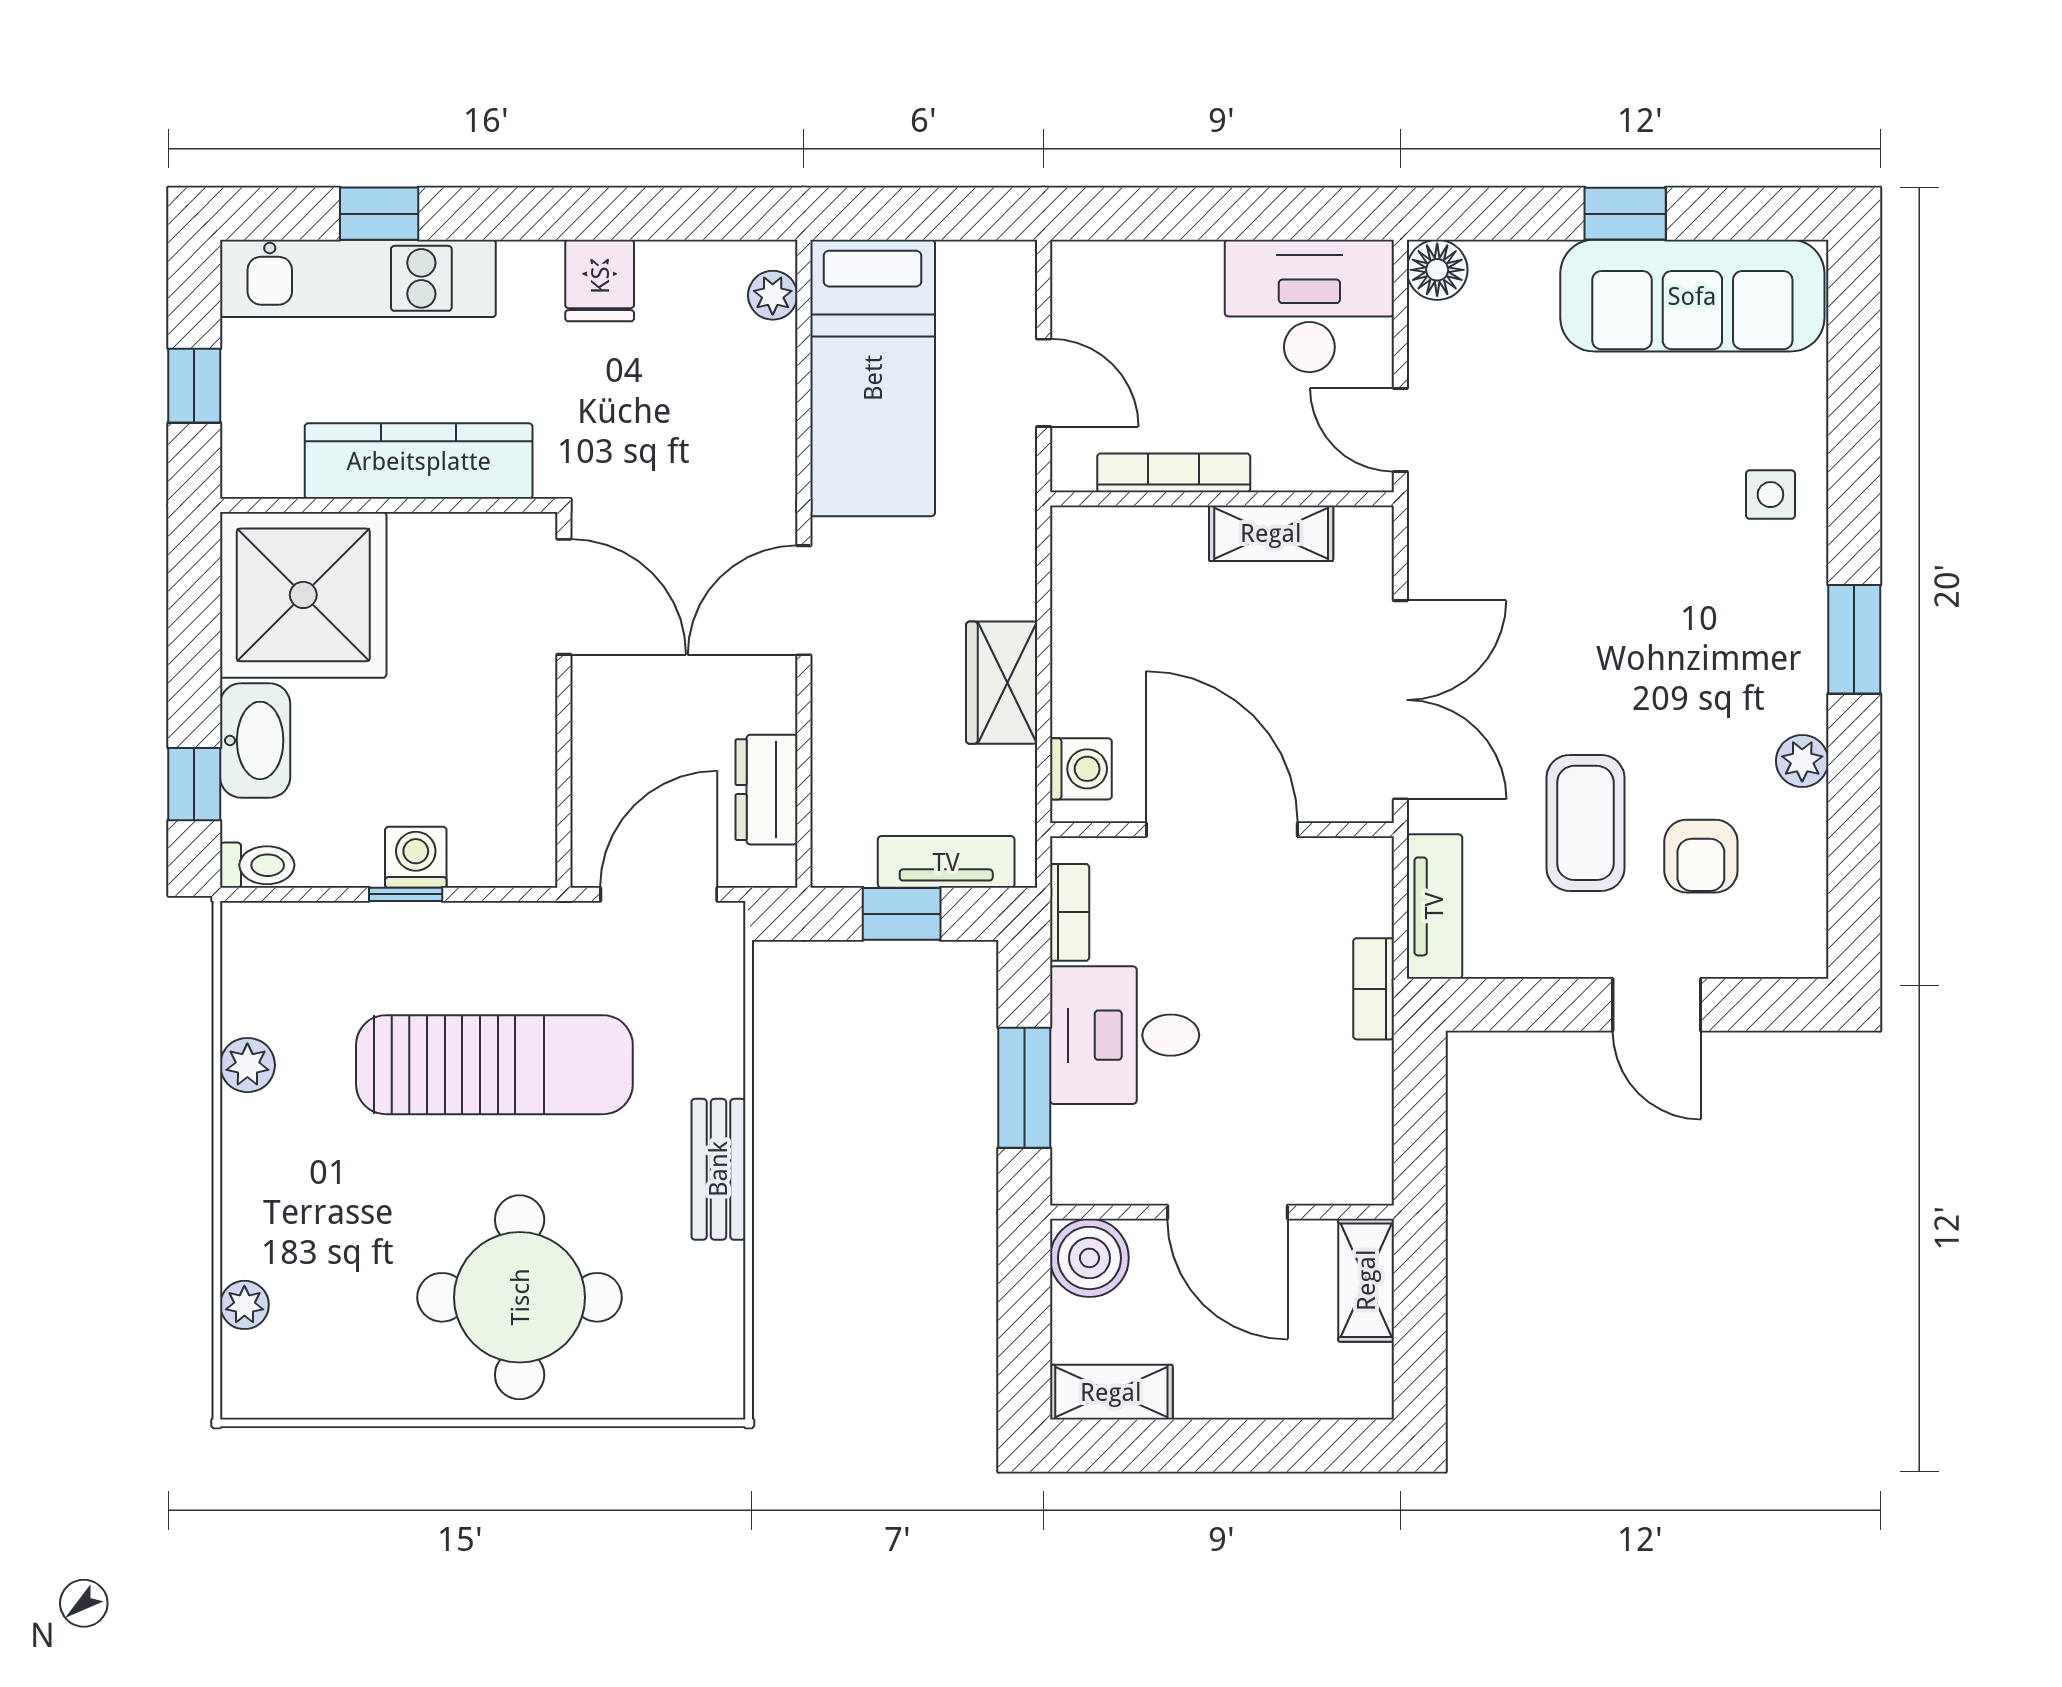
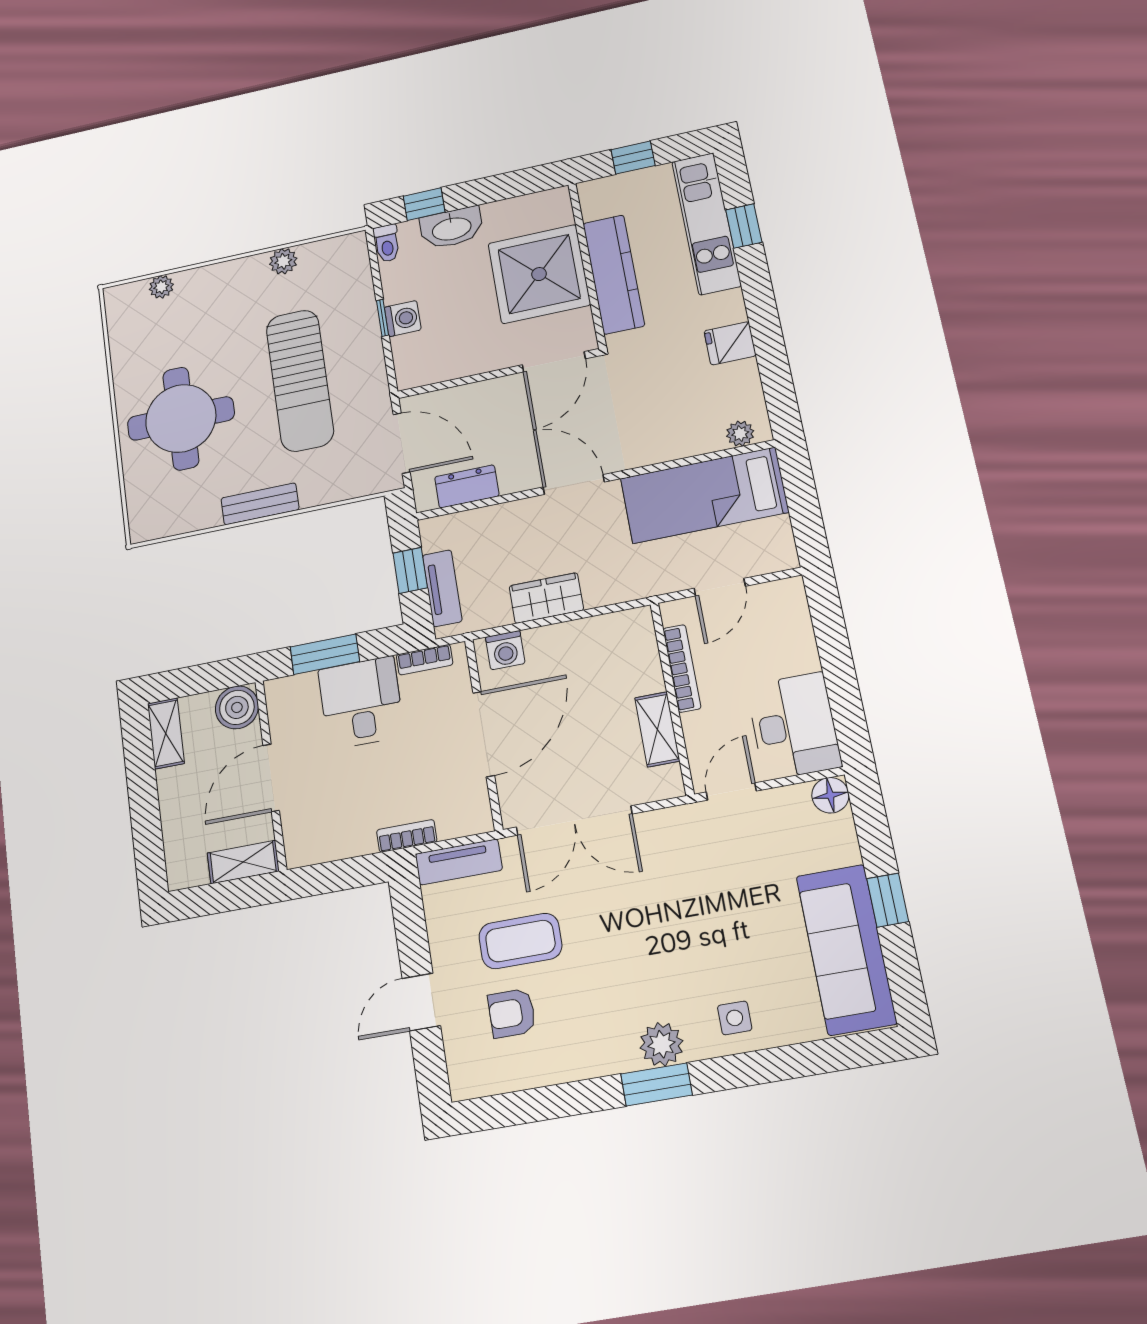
shower: (303, 595) -> (539, 274), moved
plant: (1802, 761) -> (661, 1044), moved, width x1.38, depth x1.38

